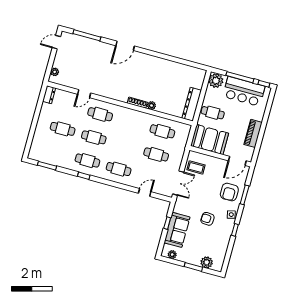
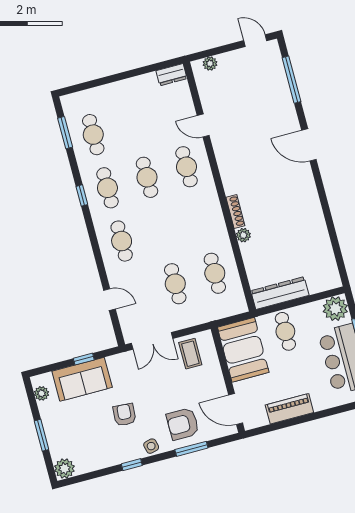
cafe table: (63, 129) -> (93, 135), moved
plant: (207, 262) -> (64, 469), moved

